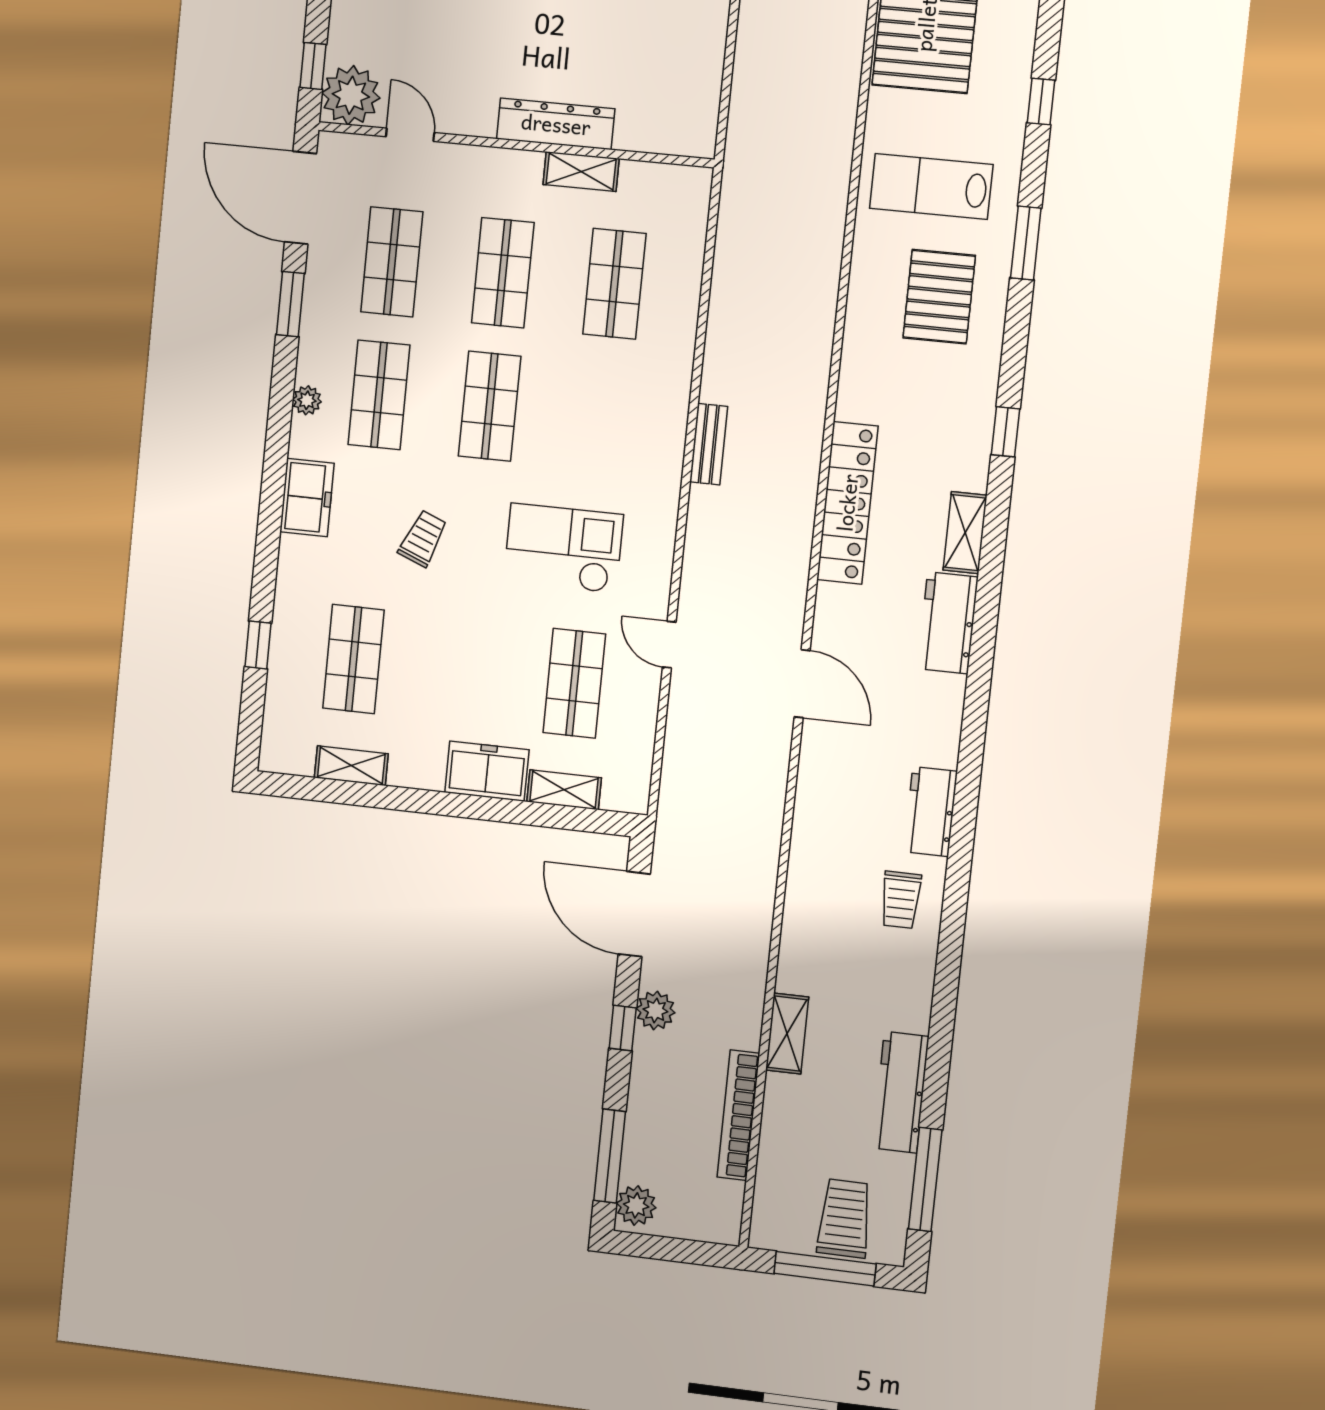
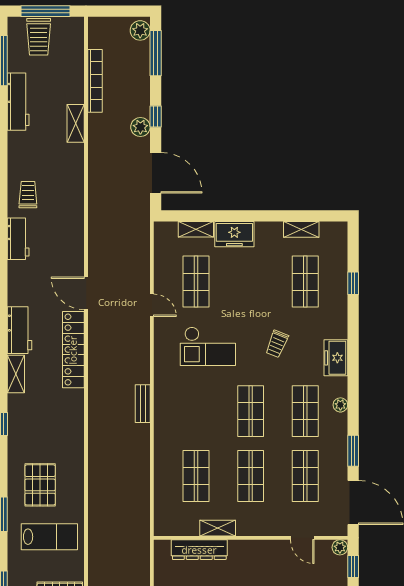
plant: (351, 95) -> (340, 547), width x0.53, depth x0.53
dresser: (556, 124) -> (199, 550), moved
locker: (847, 503) -> (73, 350), moved

